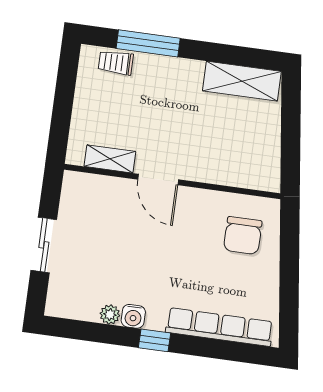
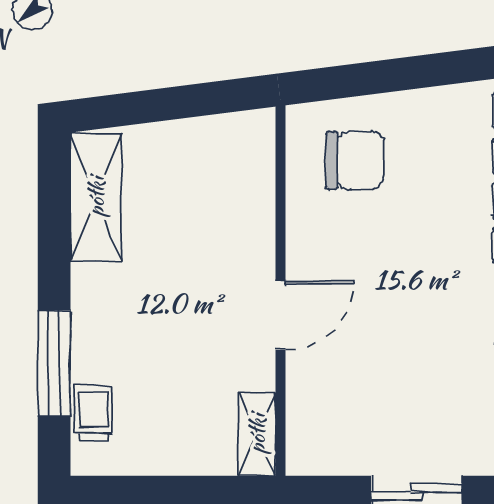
trolley: (116, 63) -> (94, 413), turned 180
shelving: (110, 159) -> (257, 434), moved

